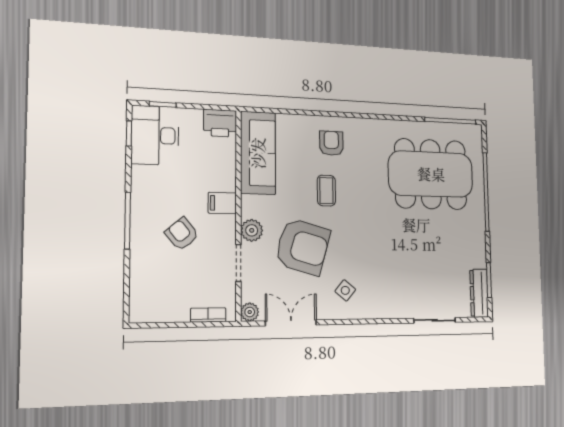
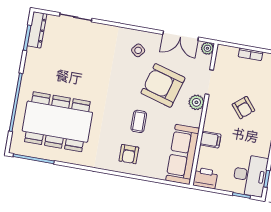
filing cabinet: (222, 203) -> (210, 140), moved
bookcase: (208, 315) -> (250, 54), moved

